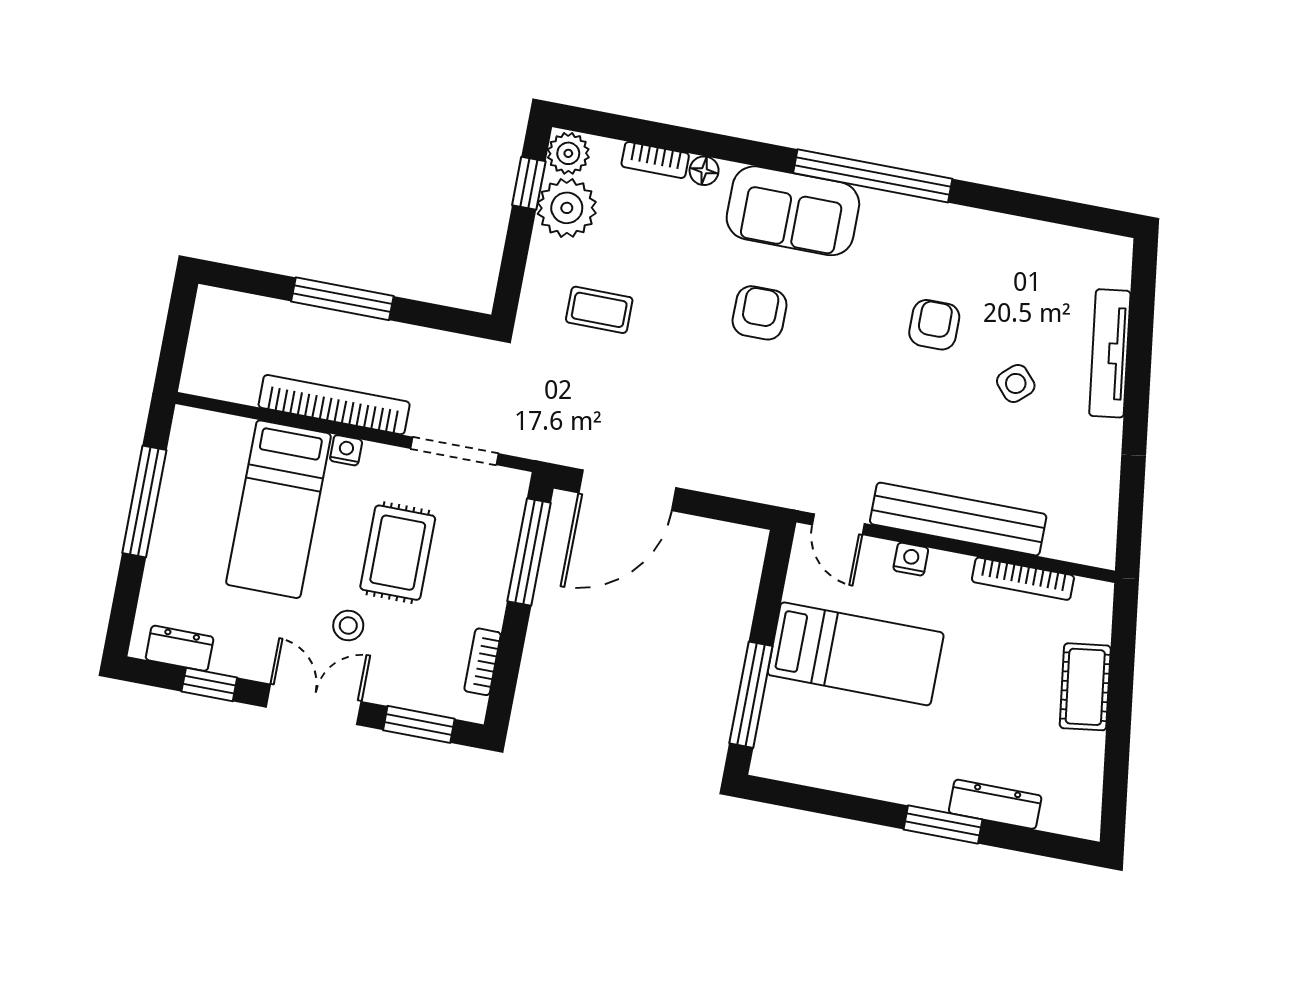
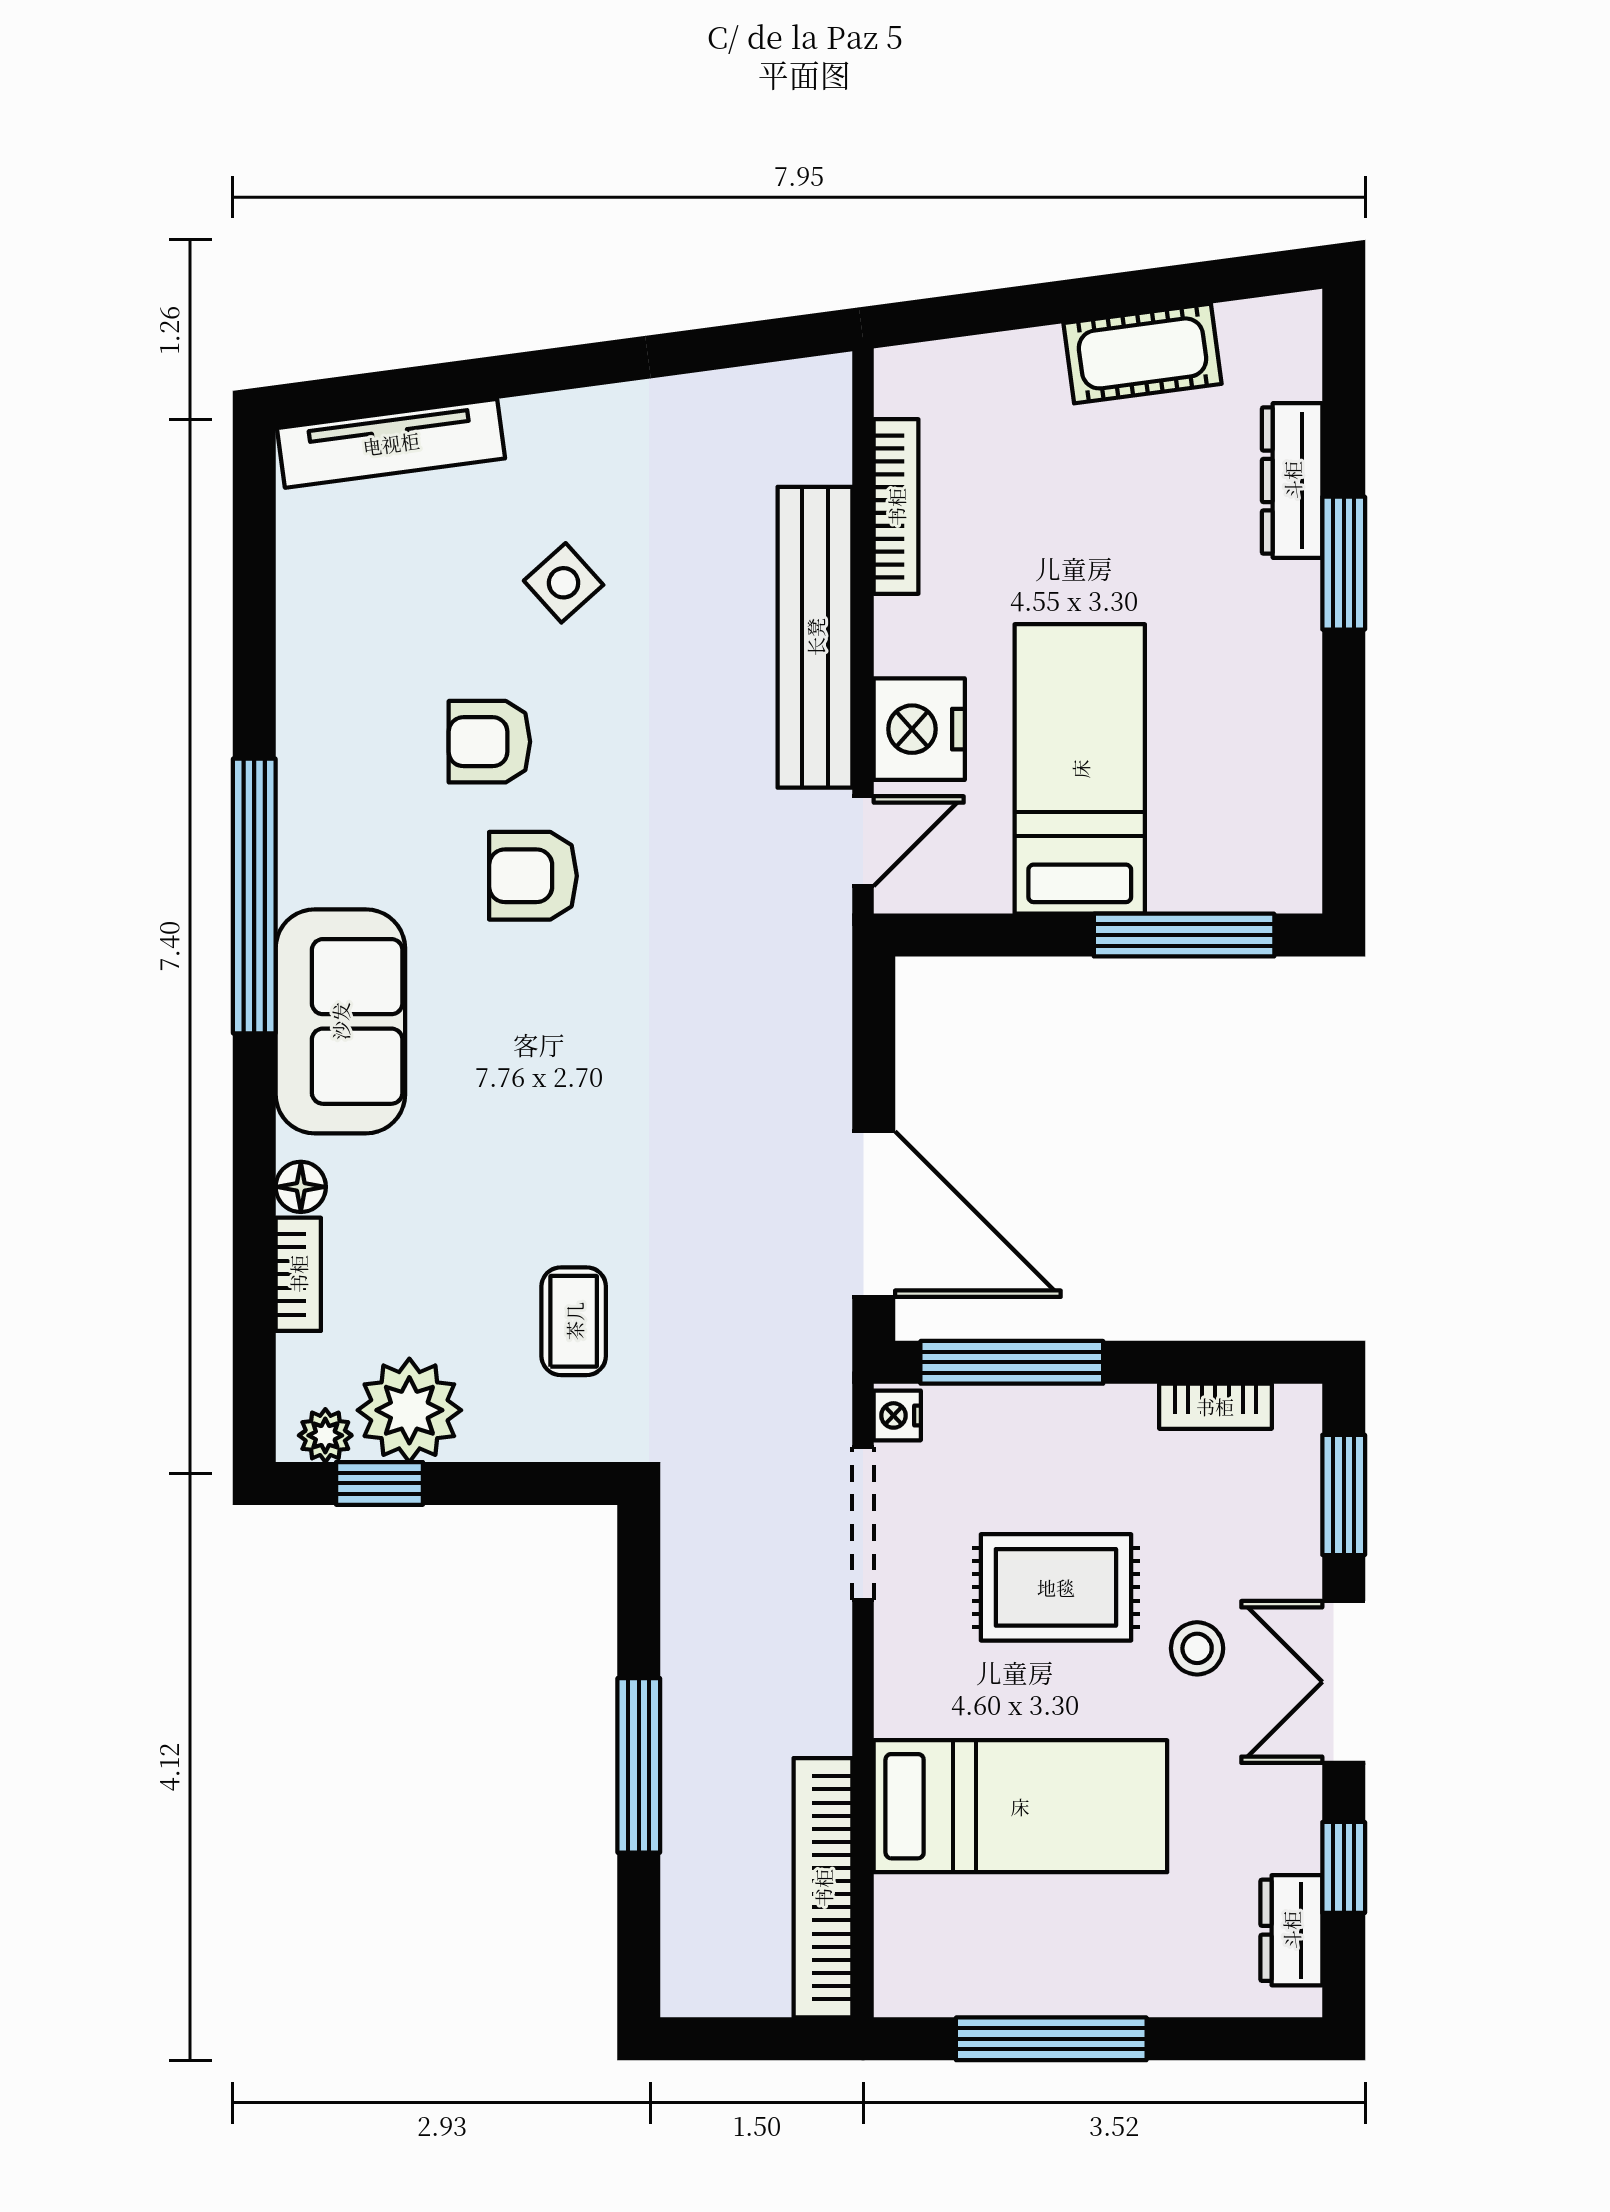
plant: (568, 153) -> (325, 1435), width x0.73, depth x0.73
armchair: (760, 313) -> (533, 876), moved
tv unit: (1110, 353) -> (391, 443), moved
bookcase: (334, 405) -> (823, 1888), moved
nightstand: (346, 450) -> (897, 1415), moved
nightstand: (911, 559) -> (919, 729), width x1.89, depth x1.79
cot: (1085, 687) -> (1143, 353), moved

